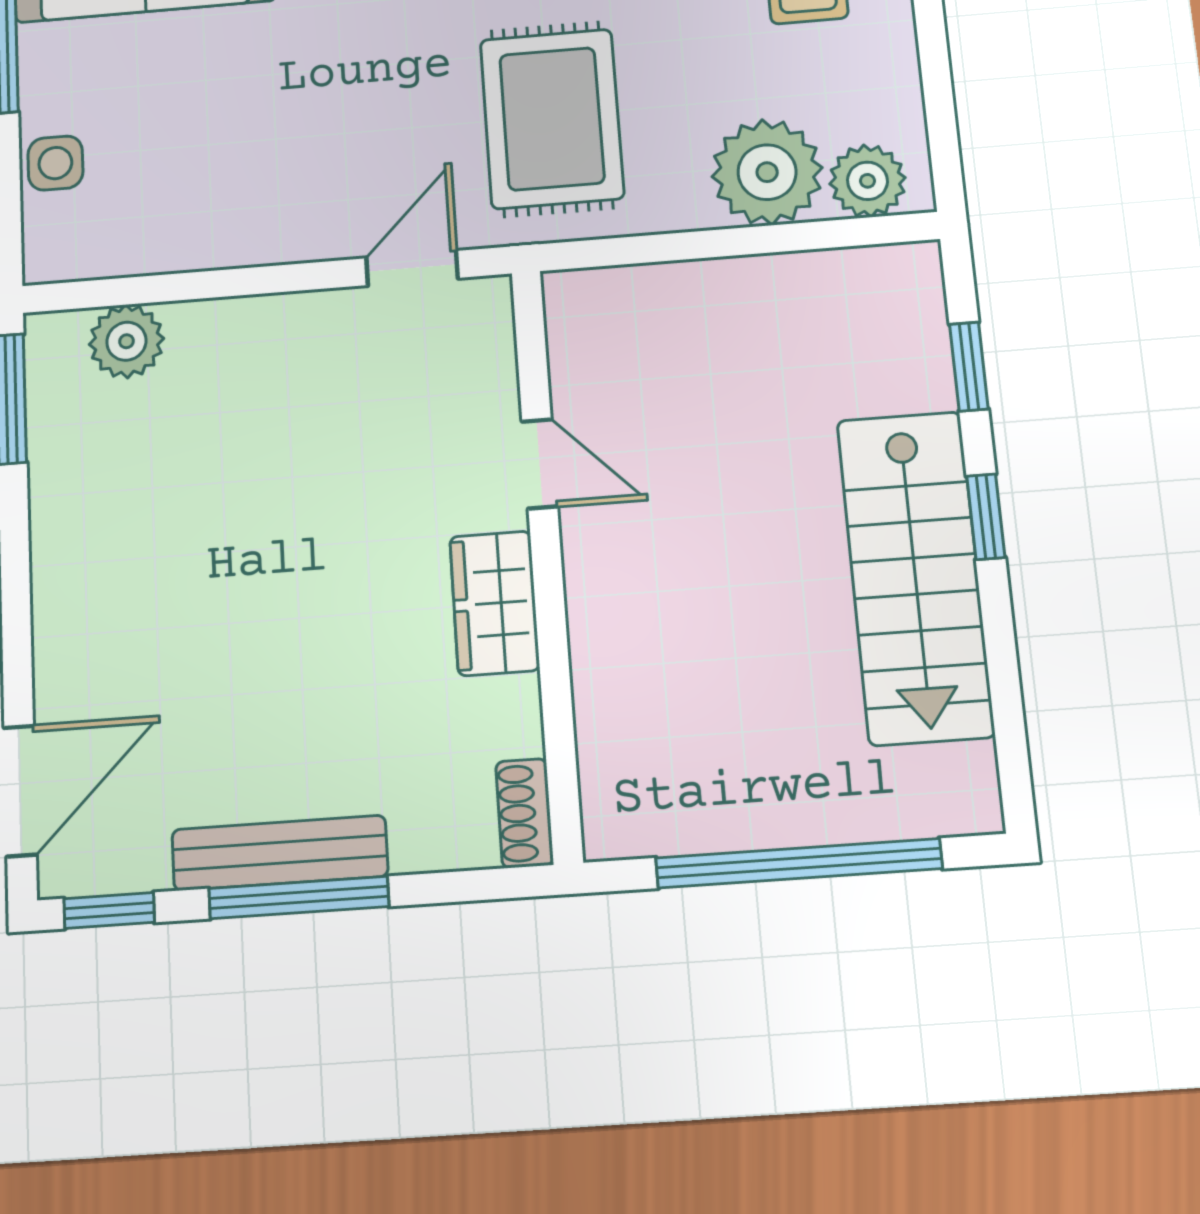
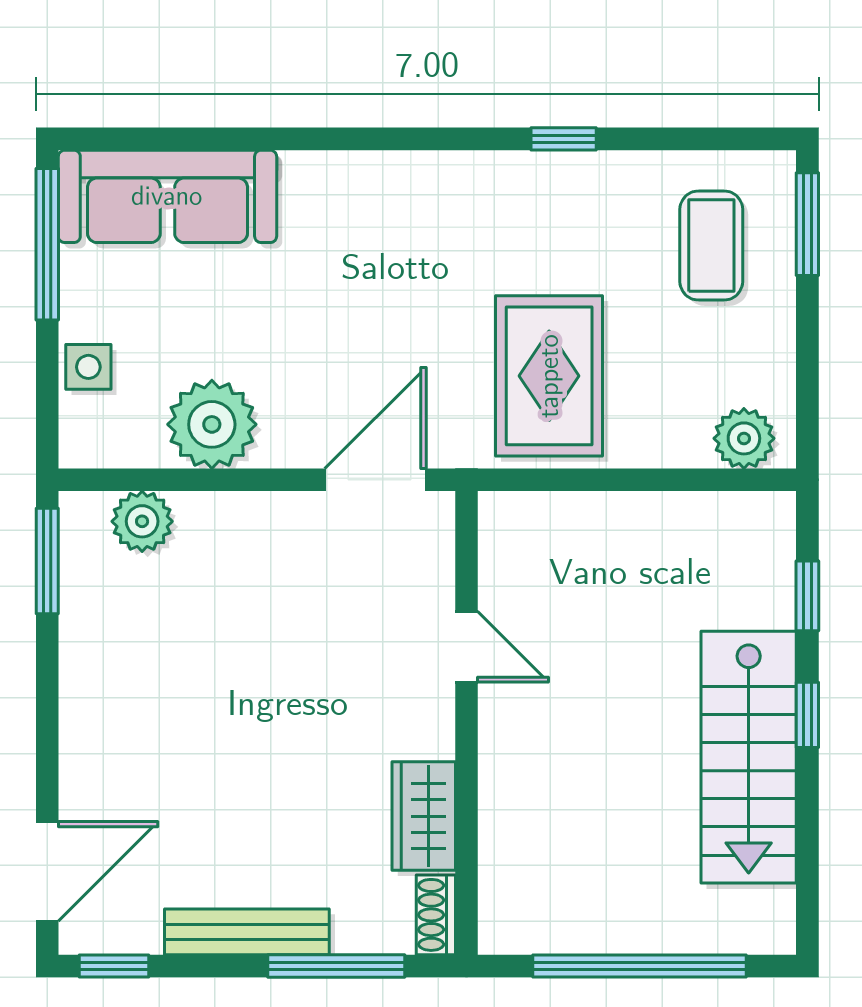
rug: (552, 119) -> (549, 376), moved
plant: (767, 172) -> (212, 424), moved
door: (412, 268) -> (375, 480), width x1.38
wardrobe: (495, 603) -> (424, 816), moved
window: (299, 898) -> (336, 966), moved

